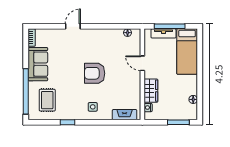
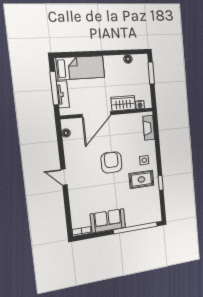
door: (73, 26) -> (64, 177), moved
door: (142, 63) -> (97, 114), width x1.87
armchair: (95, 73) -> (111, 162), turned 180
rug: (47, 100) -> (141, 179), moved

